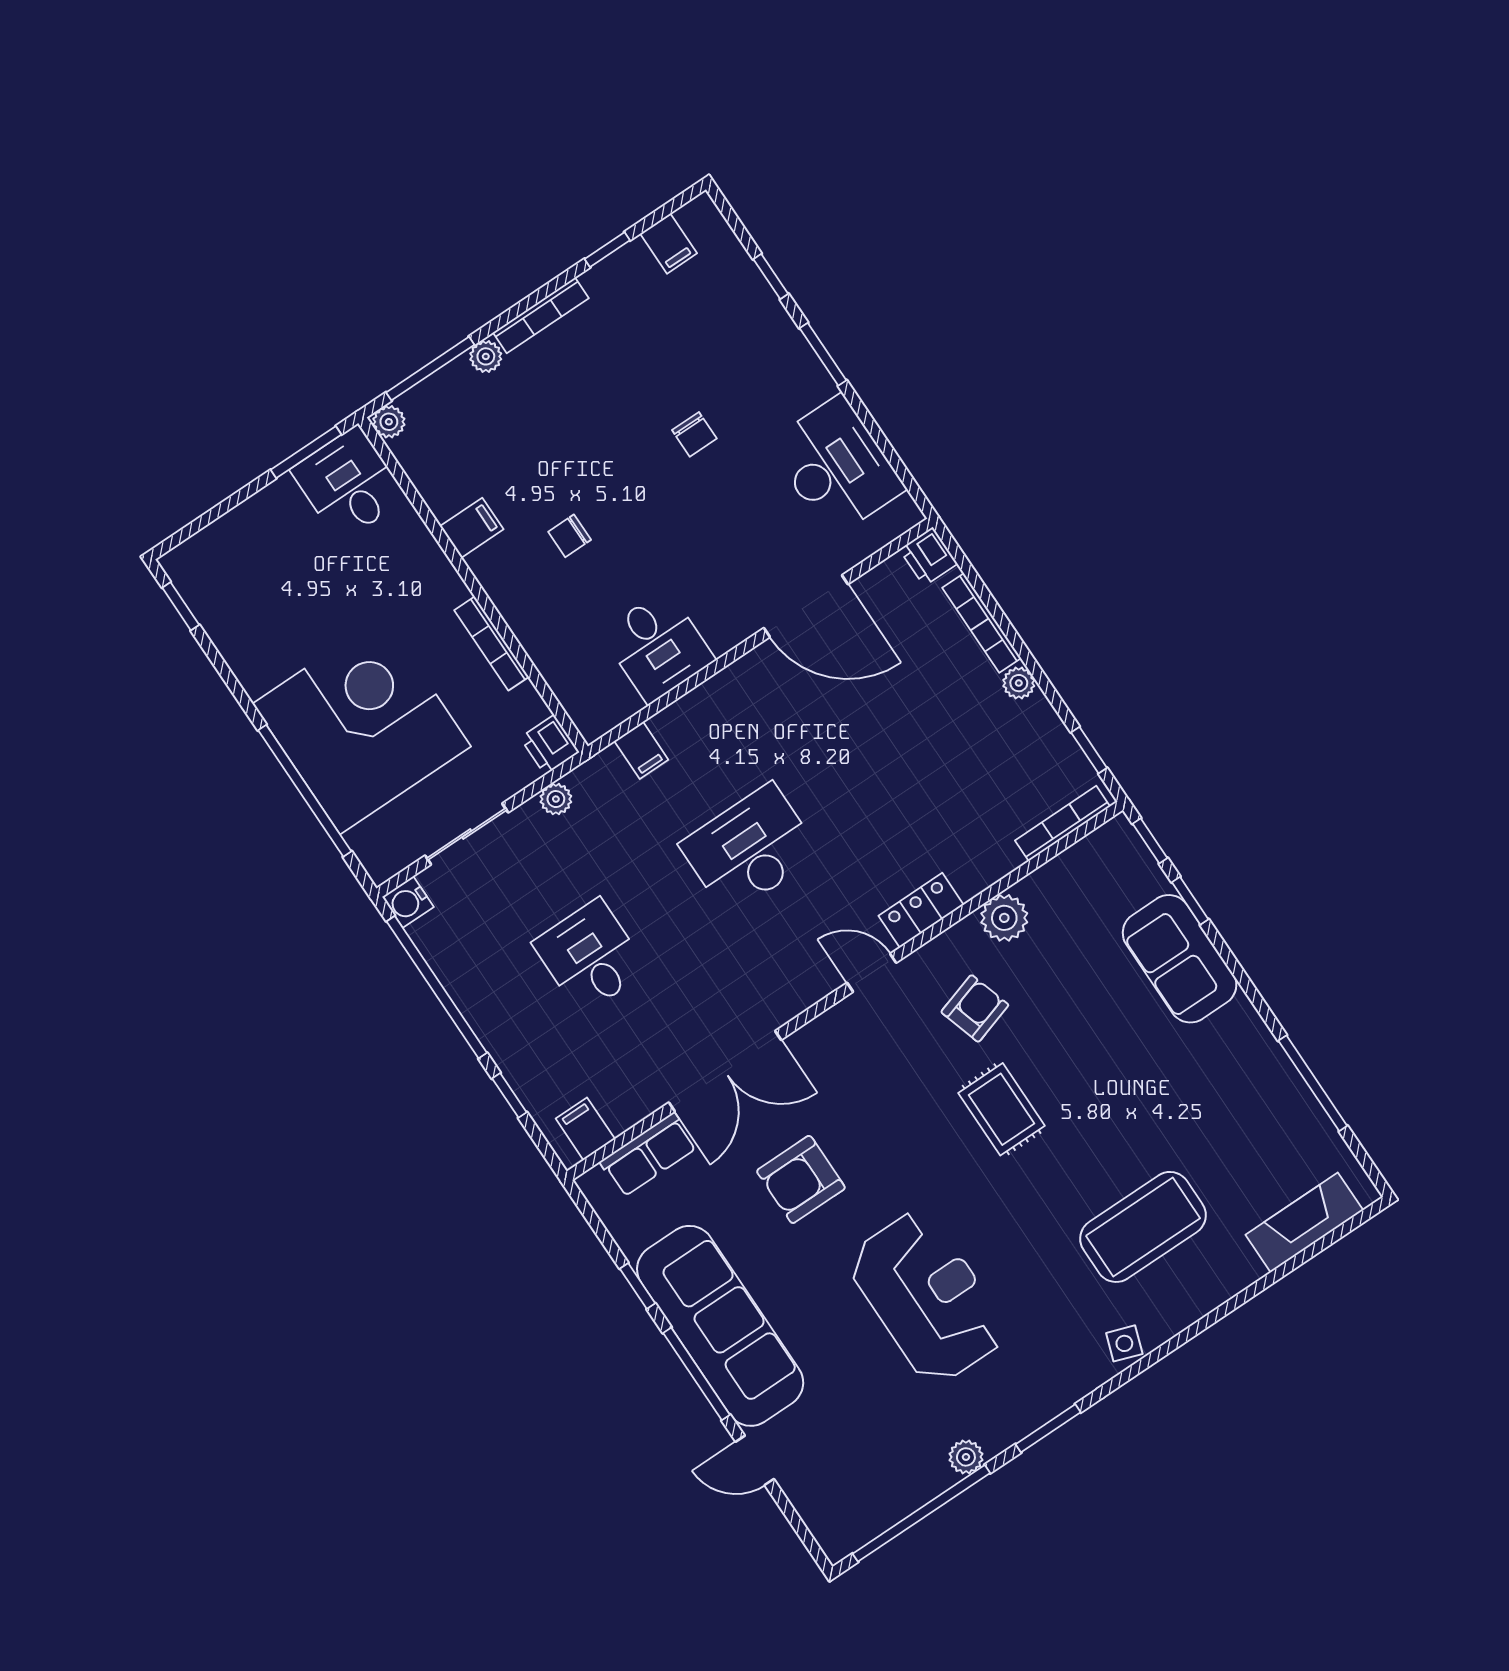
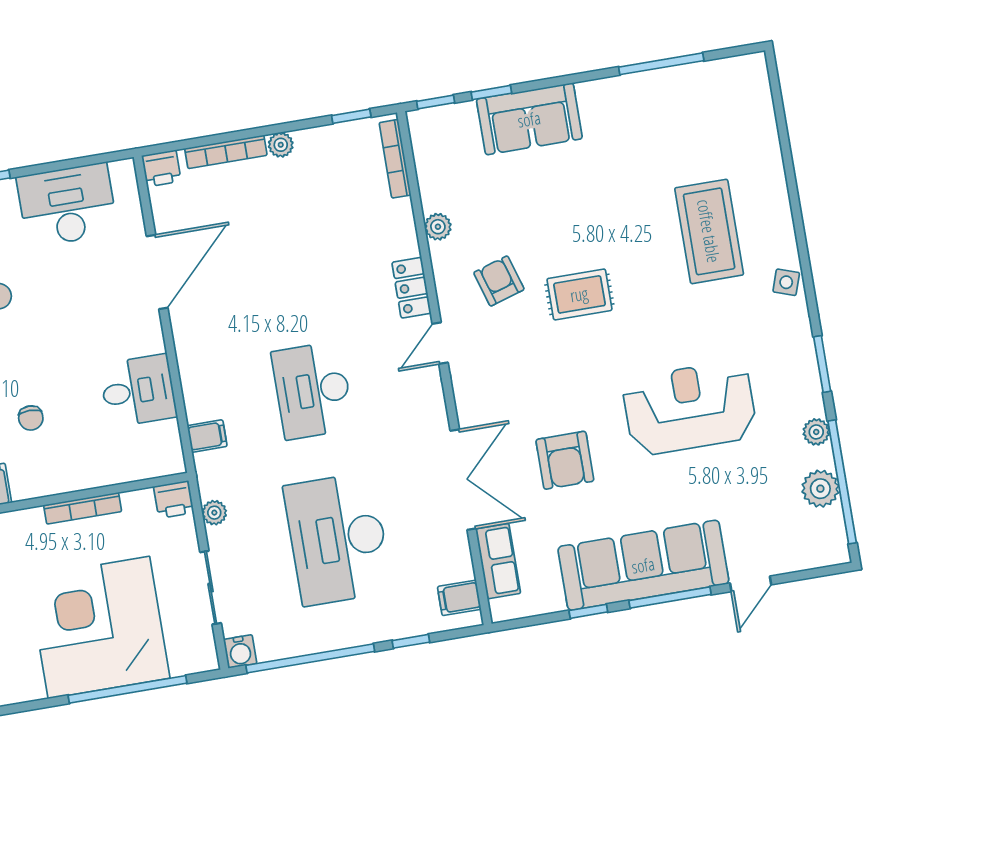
plant: (1004, 918) -> (438, 227), width x0.73, depth x0.73
desk: (590, 956) -> (338, 539), width x1.87, depth x1.30
fireplace: (1304, 1223) -> (758, 115), removed
plant: (902, 1492) -> (820, 489), added

